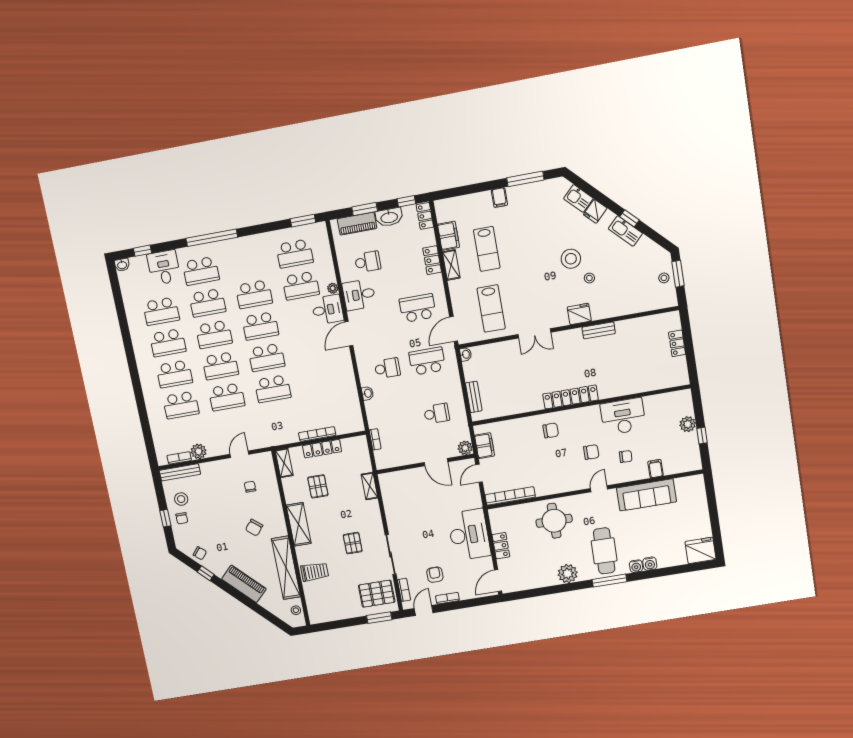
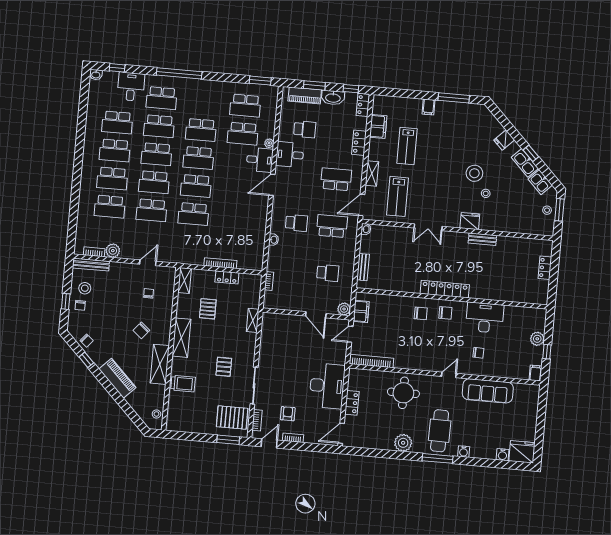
kitchen sink: (578, 198) -> (540, 182), moved
shelving: (451, 265) -> (372, 174), moved
locker: (322, 449) -> (227, 277), width x0.66
chair: (591, 452) -> (445, 313), moved
filing cabinet: (656, 469) -> (535, 373), moved
water cooler: (650, 564) -> (503, 455), moved
shelving: (286, 568) -> (160, 364), width x0.68

